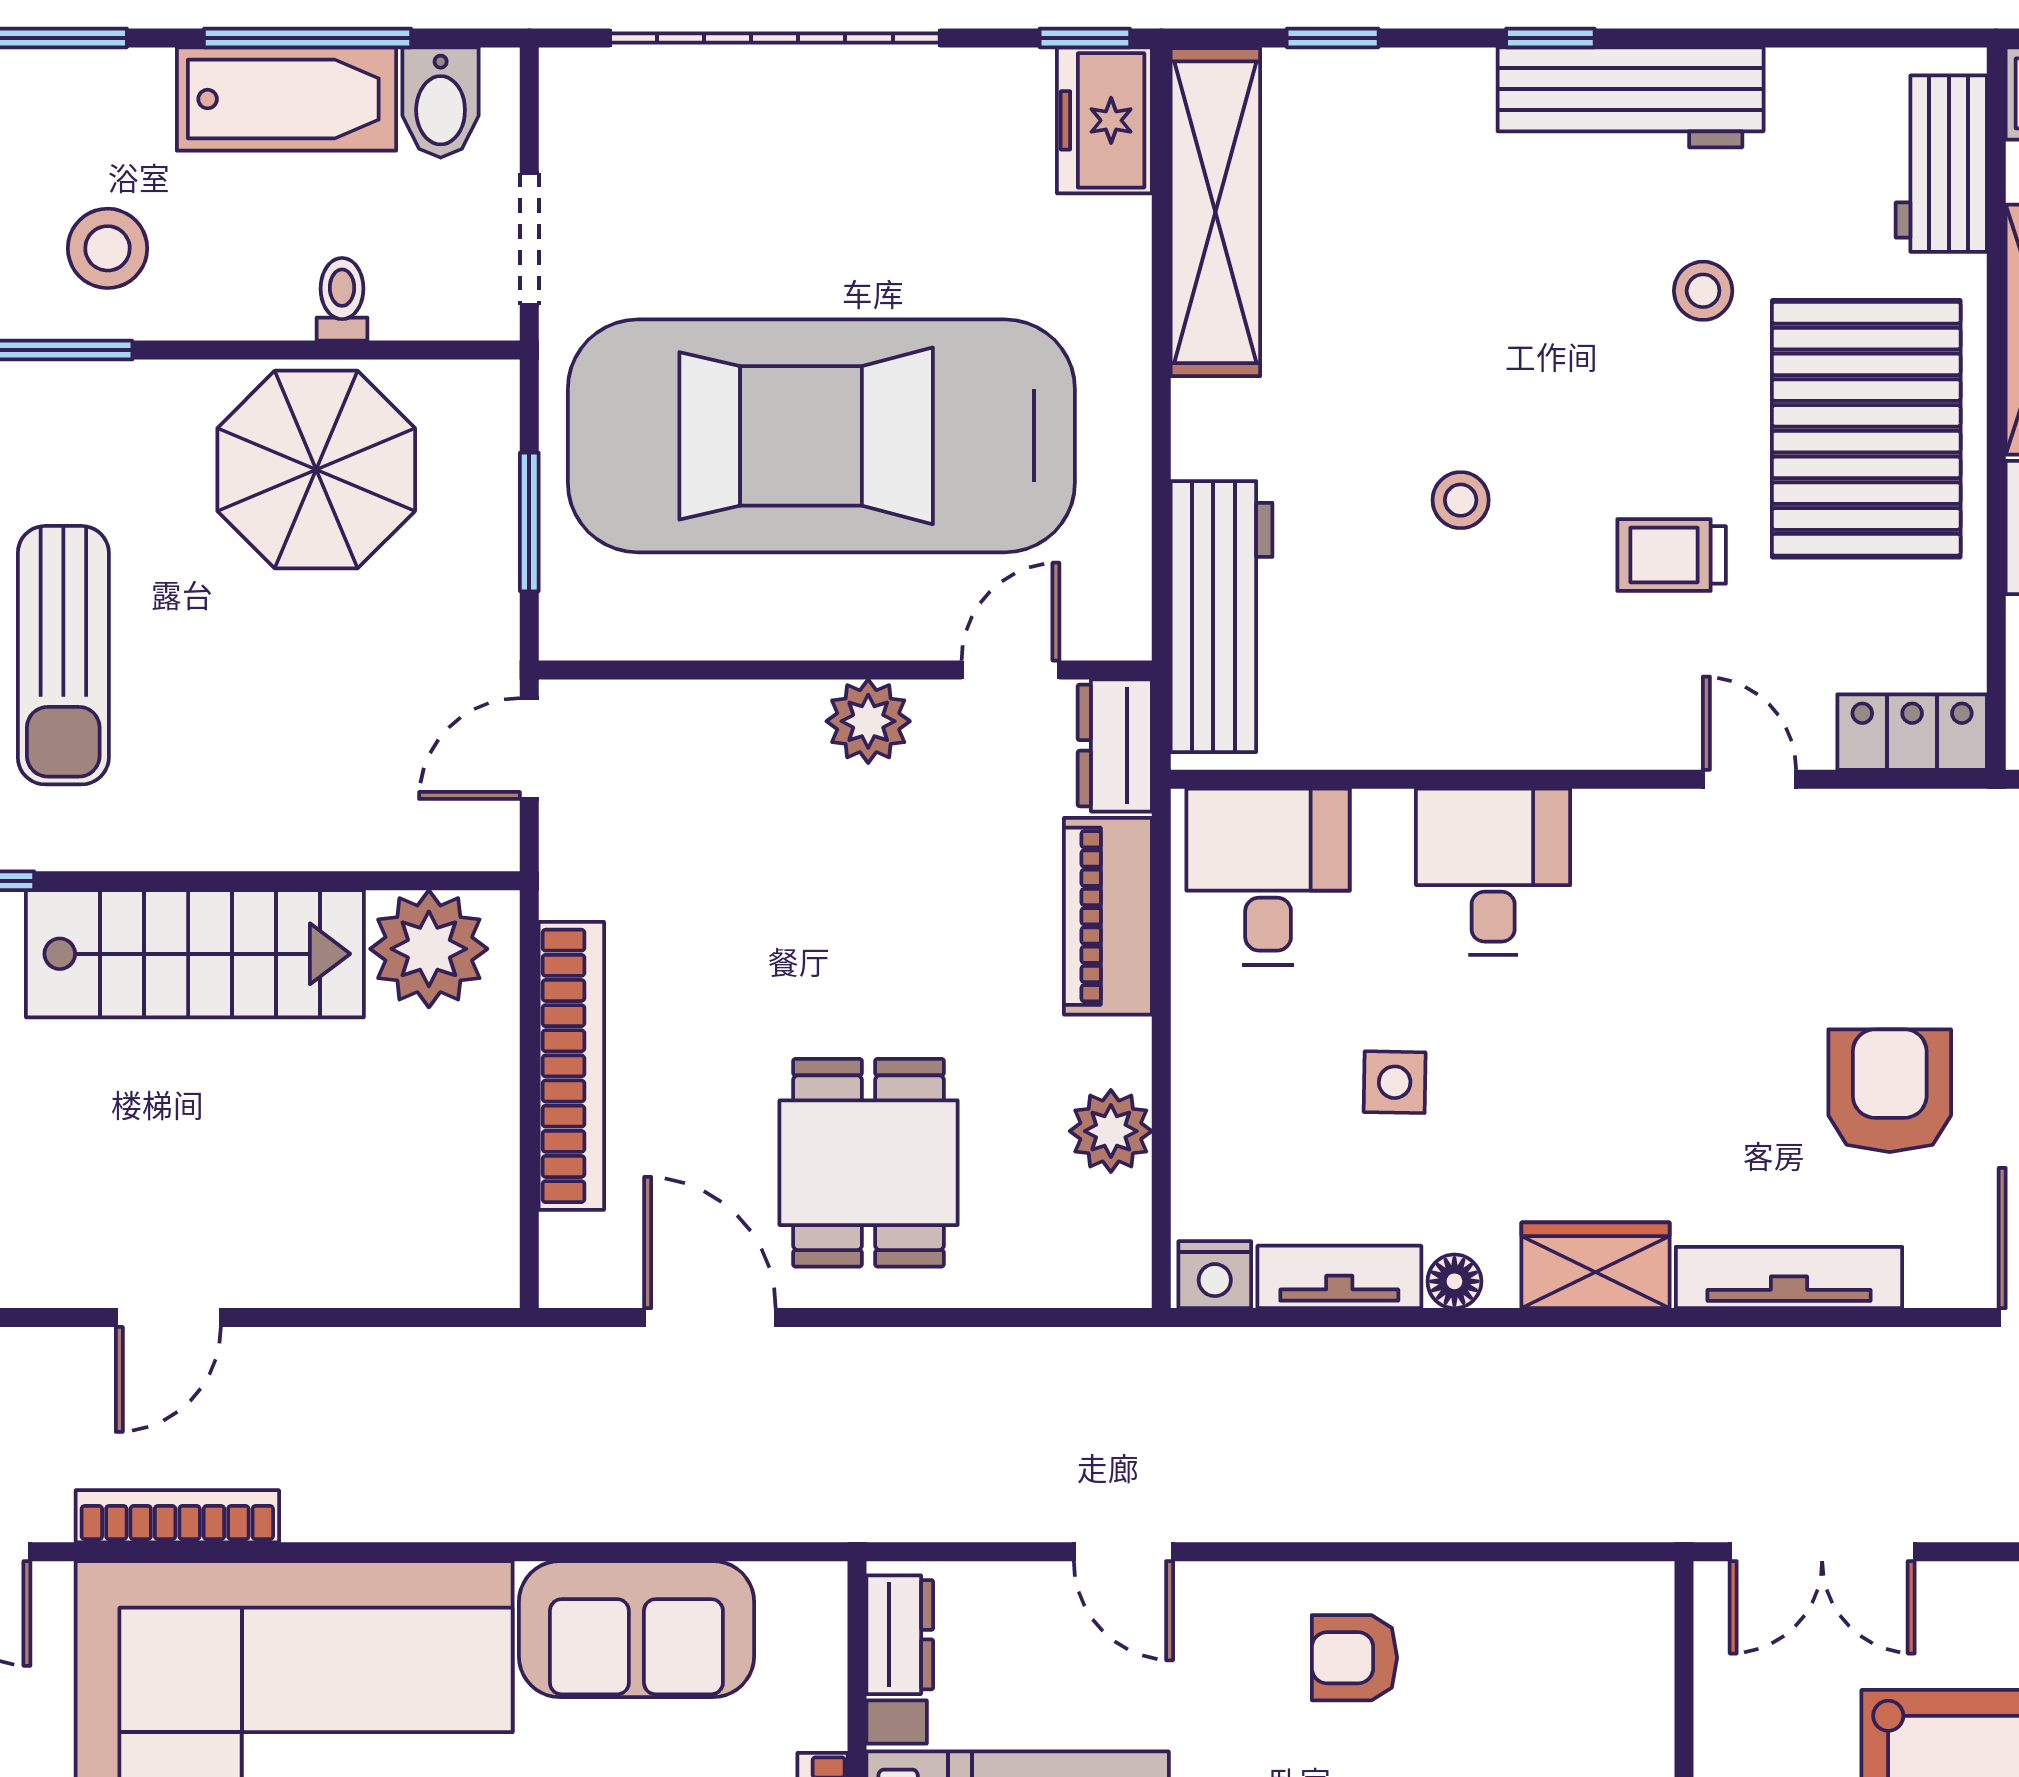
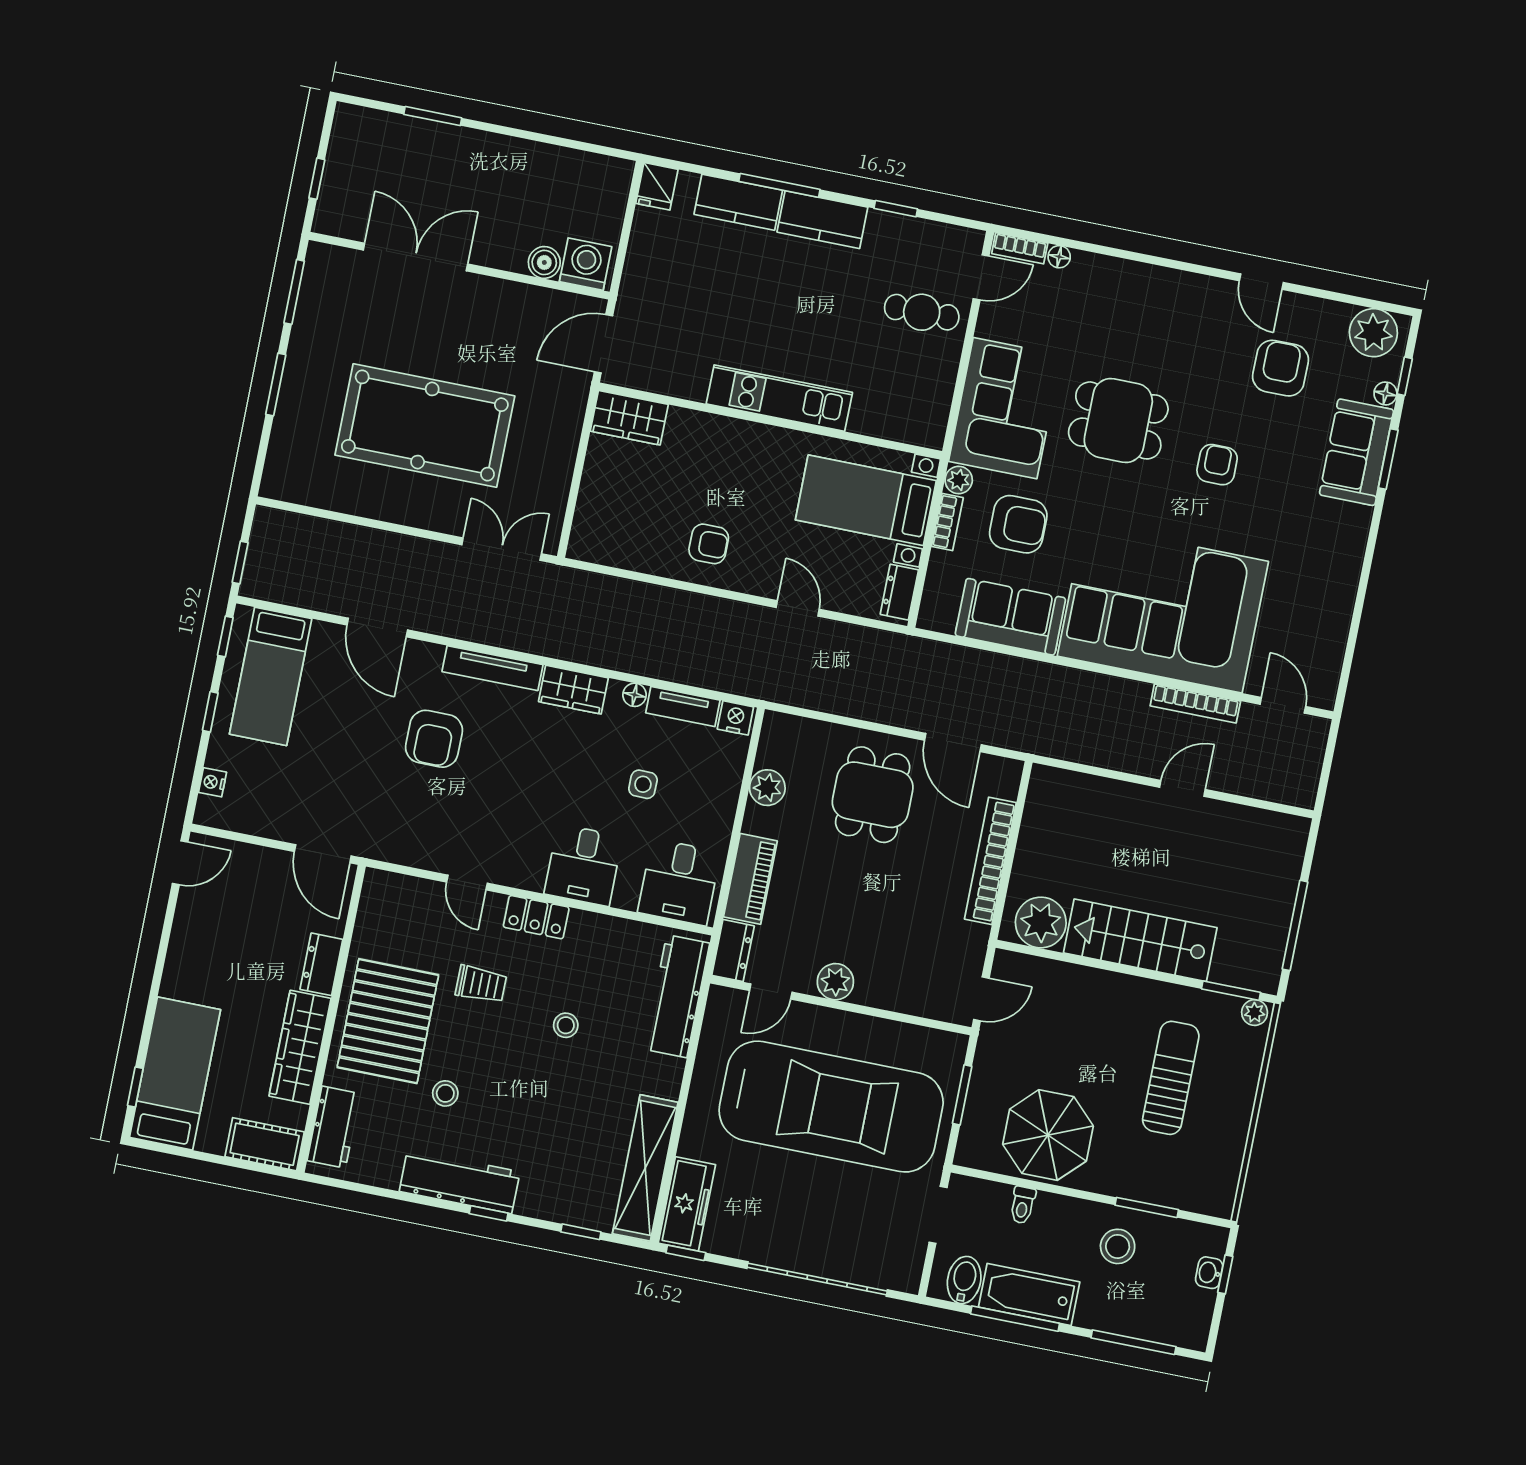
freezer: (1104, 120) -> (687, 1204), width x1.40
locker: (1912, 732) -> (536, 917), moved

